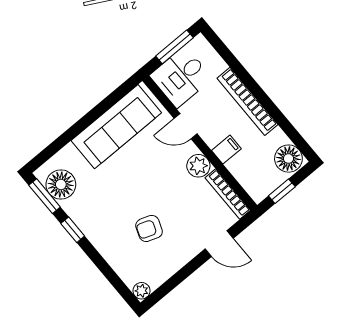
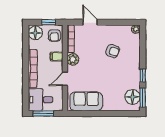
desk: (181, 77) -> (40, 100), moved, turned 180
door: (186, 126) -> (65, 79), swing flipped
sofa: (116, 127) -> (86, 101), width x0.73
armchair: (256, 178) -> (54, 35), added

